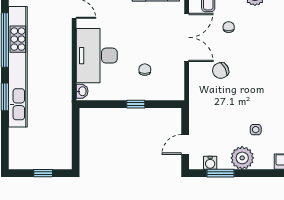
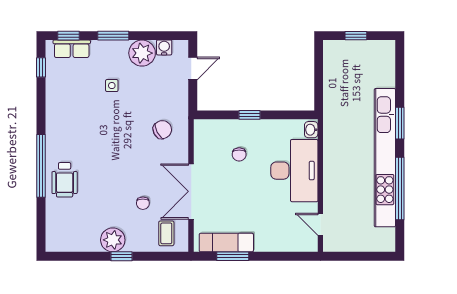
chair: (221, 70) -> (162, 130), moved
plant: (242, 158) -> (142, 53), moved
window: (220, 173) -> (113, 36), moved

